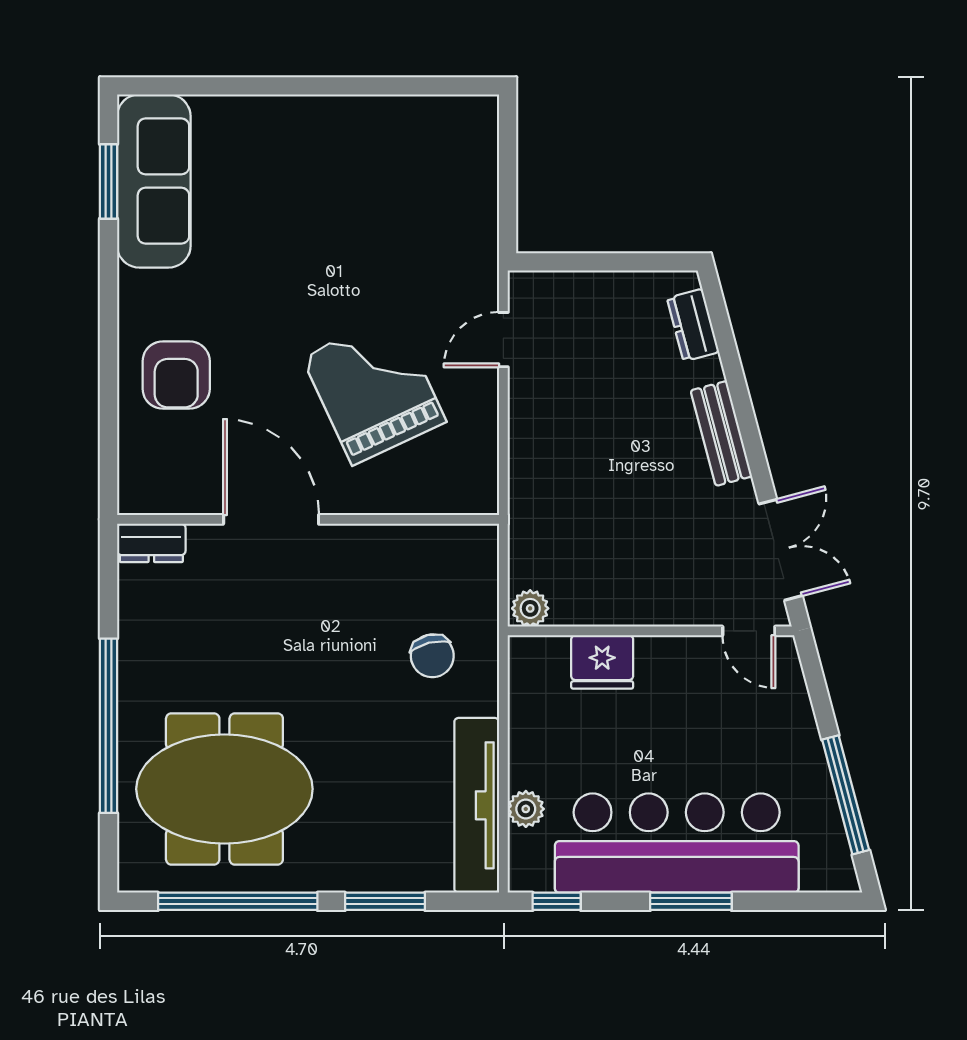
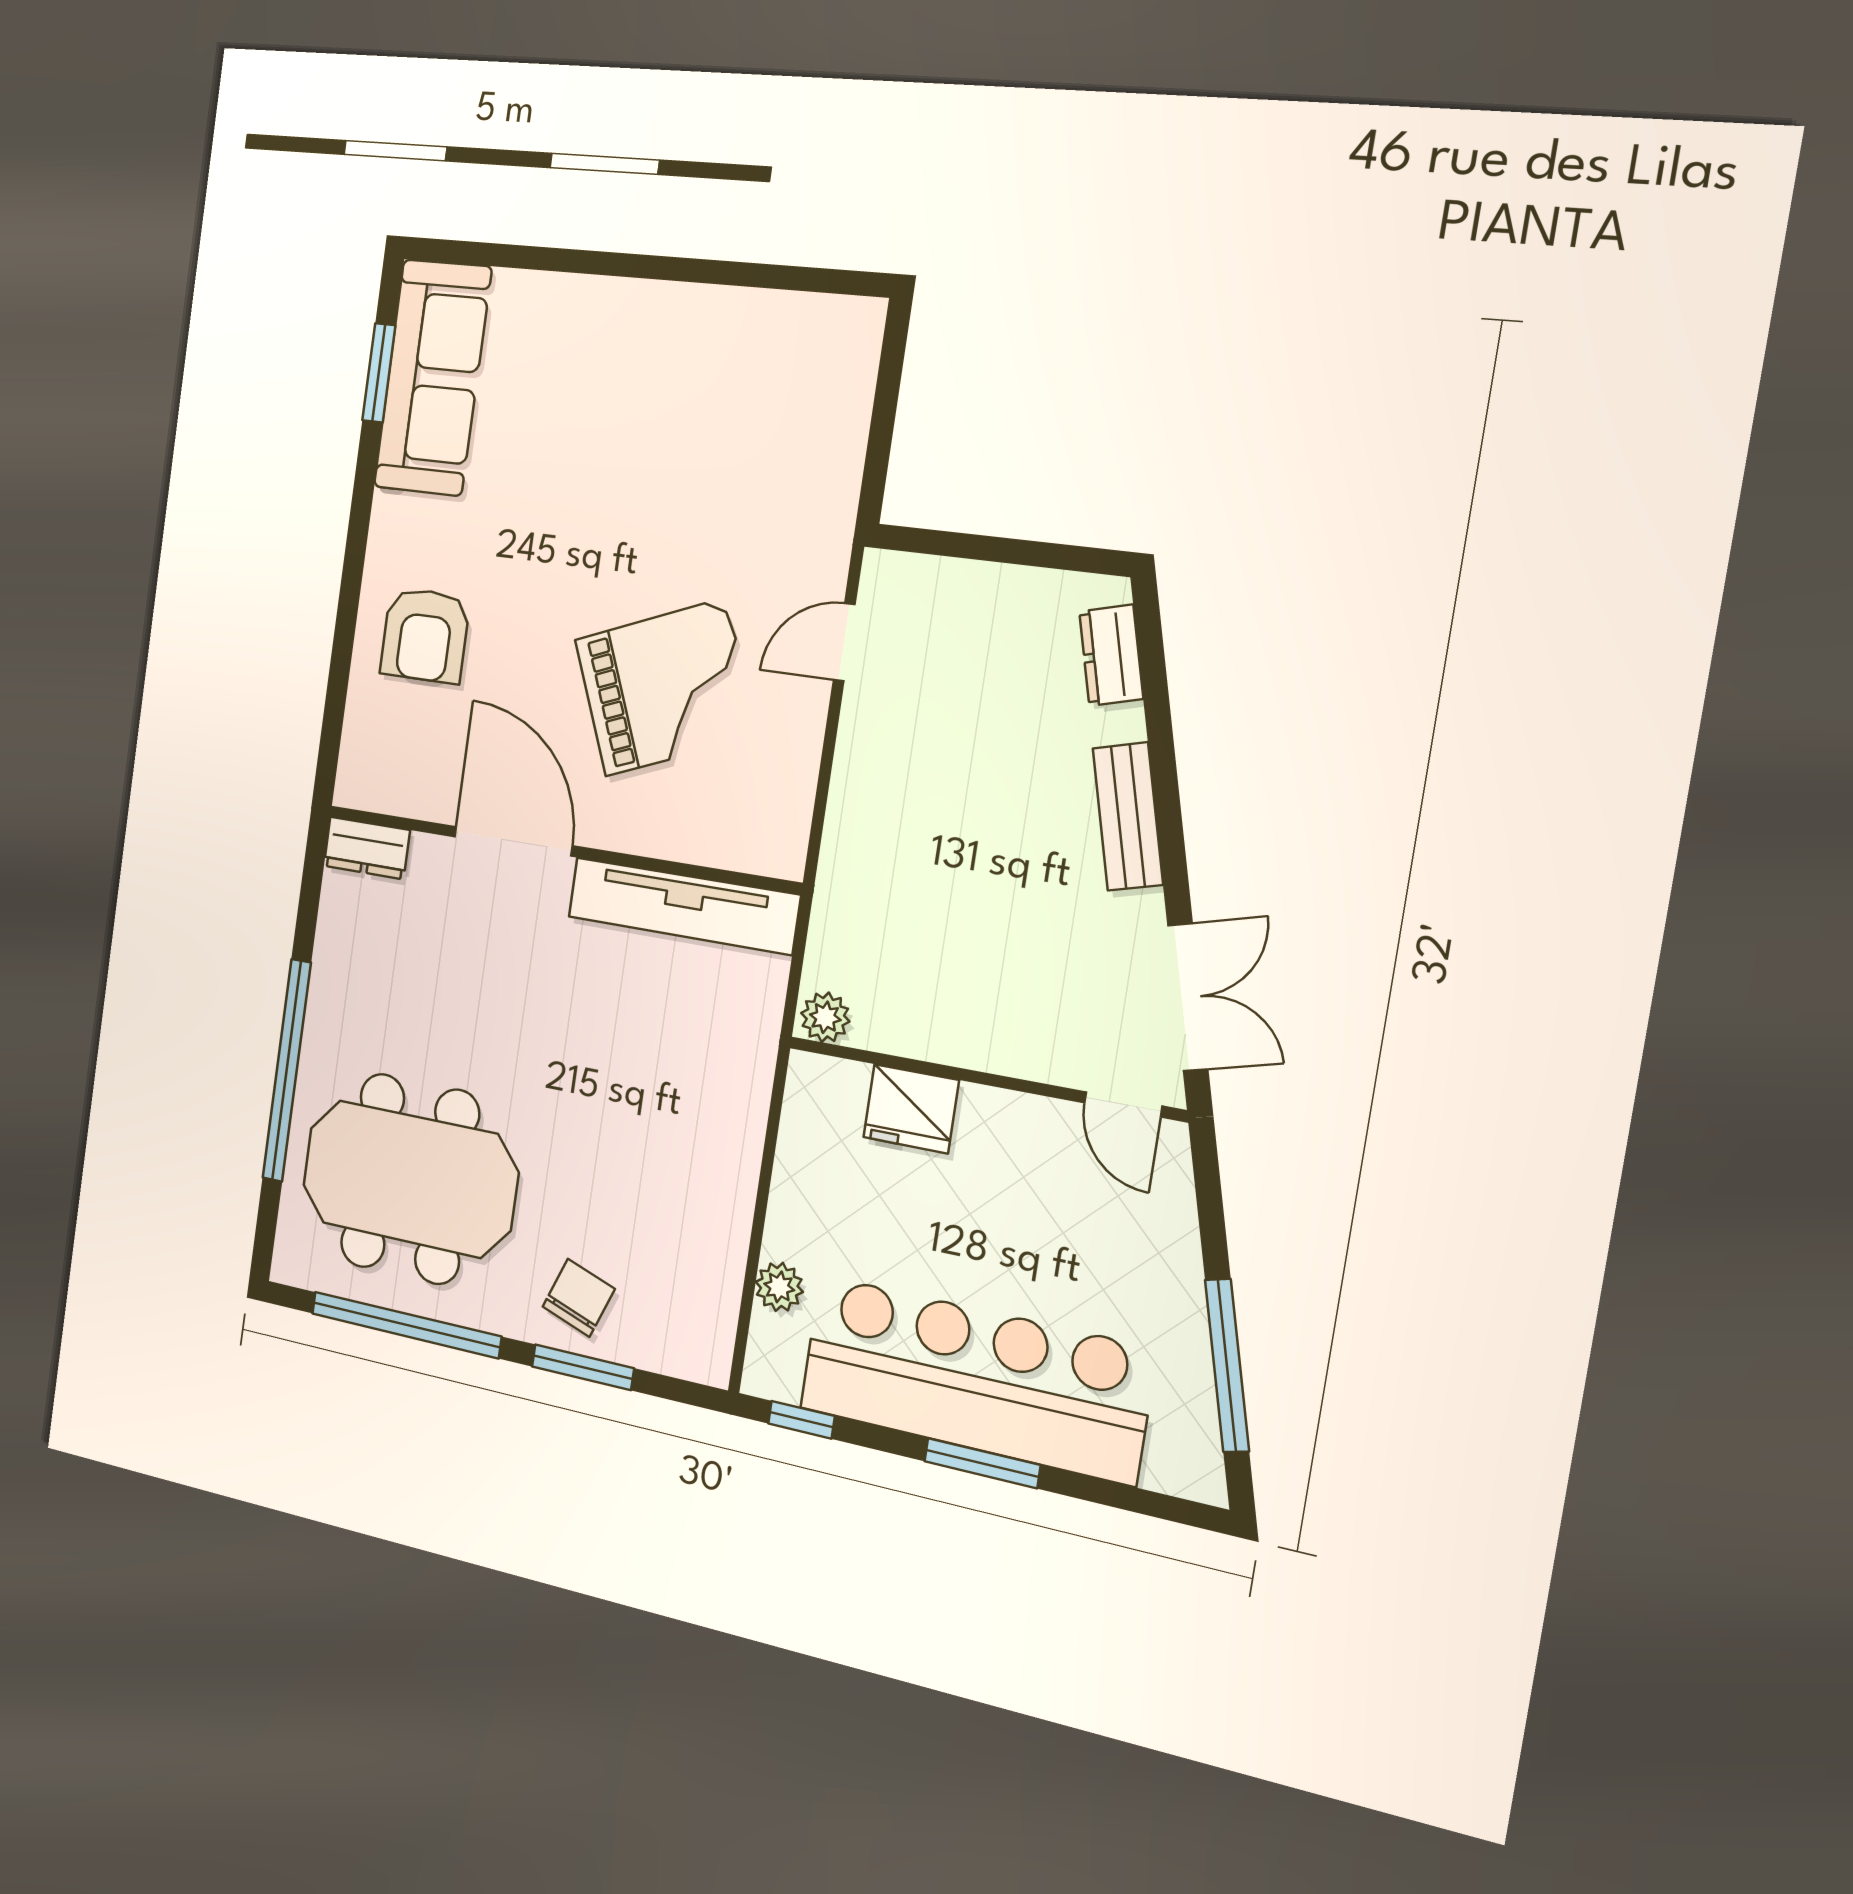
grand piano: (374, 389) -> (665, 688), turned 93
chair: (432, 656) -> (579, 1298), moved, turned -146
tv unit: (477, 805) -> (683, 906), moved, turned -90

